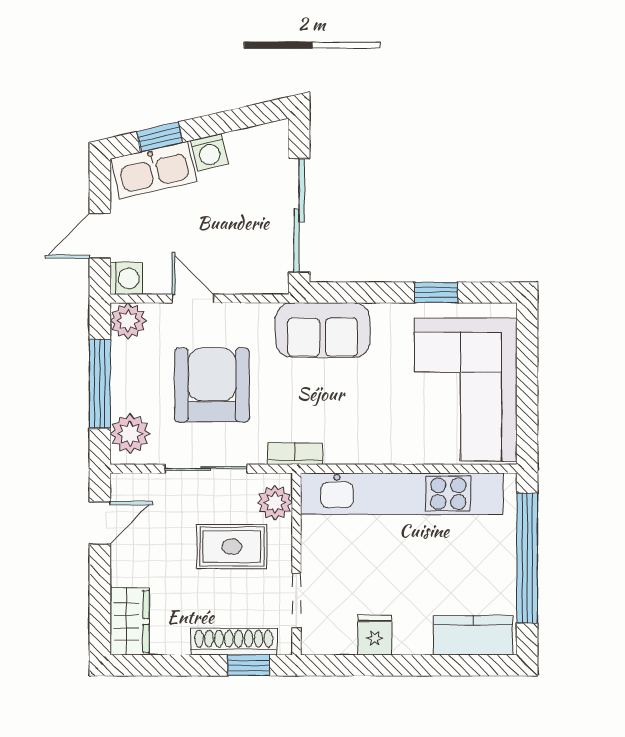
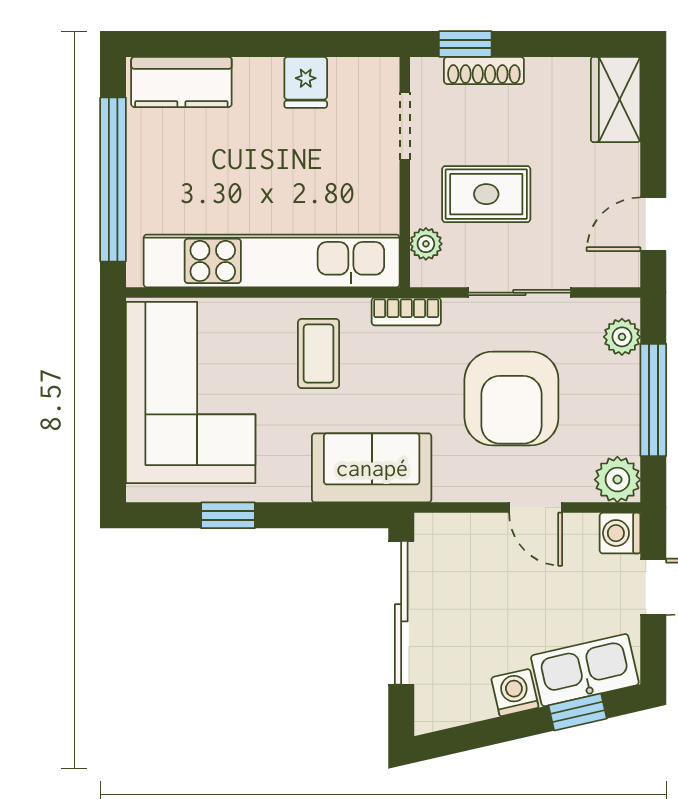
coffee table: (365, 420) -> (319, 353), added
plant: (130, 434) -> (622, 337), width x0.73, depth x0.73
plant: (275, 502) -> (426, 244), width x0.73, depth x0.73
shoe rack: (234, 642) -> (484, 70), width x0.74, depth x0.81

